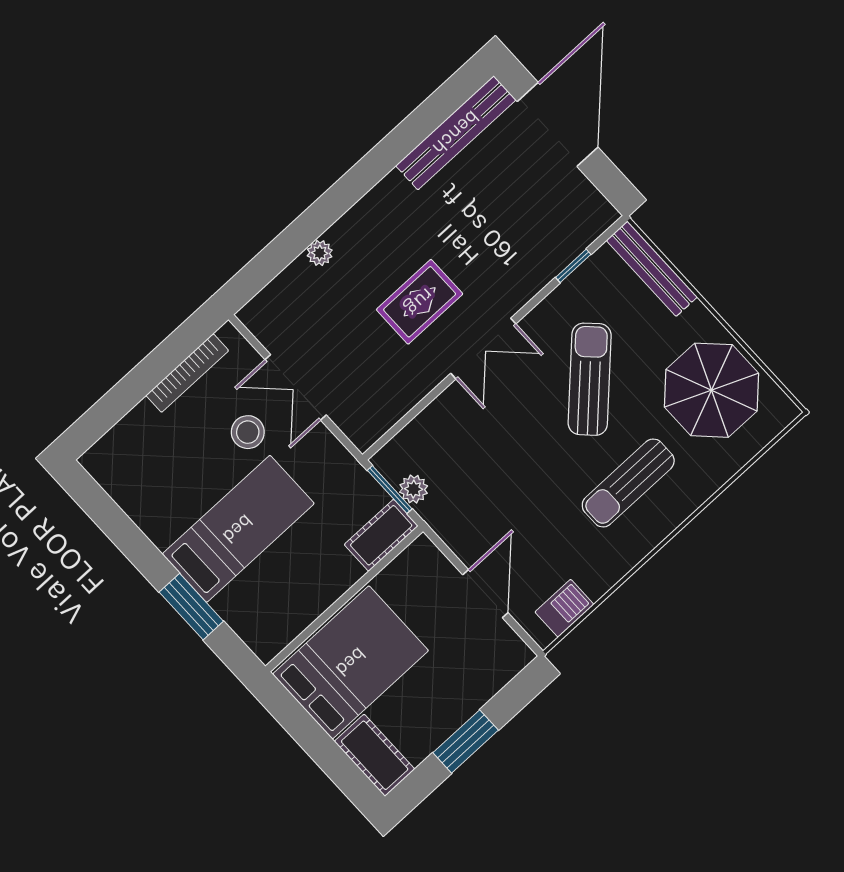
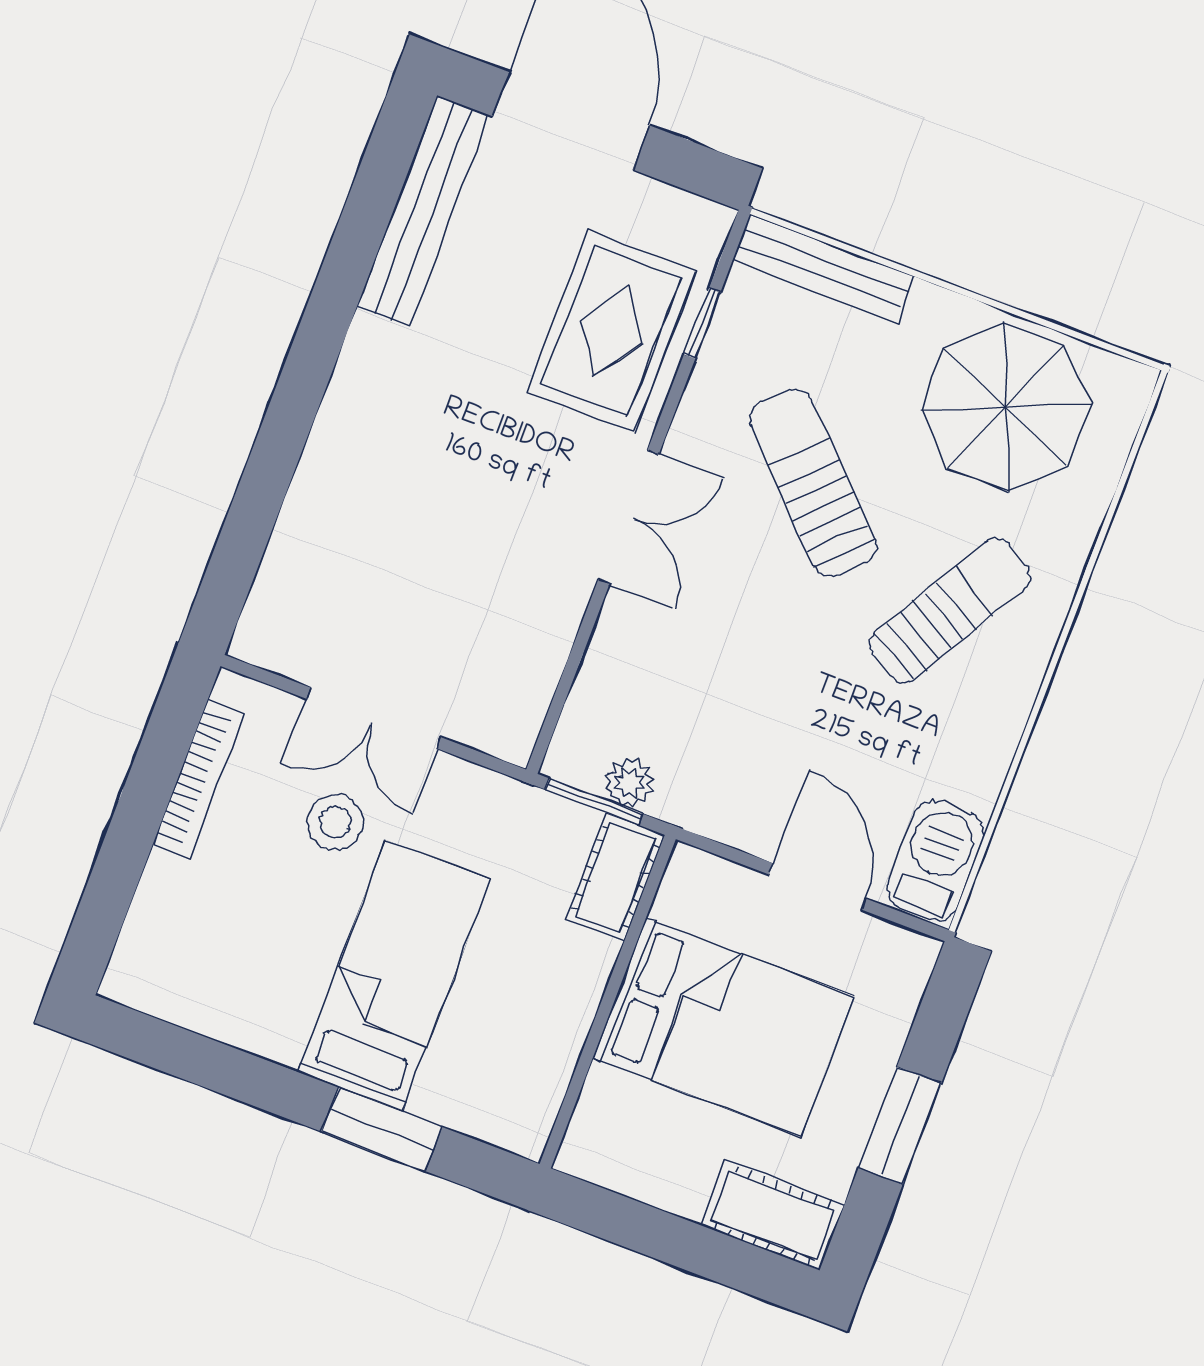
plant: (320, 253) -> (308, 496), removed
rug: (420, 302) -> (611, 331), moved, width x1.36, depth x1.43
sun lounger: (628, 483) -> (950, 611), turned -150
barbecue: (564, 608) -> (936, 861), width x1.38, depth x1.27
bed: (351, 662) -> (723, 1027), moved, turned 90

